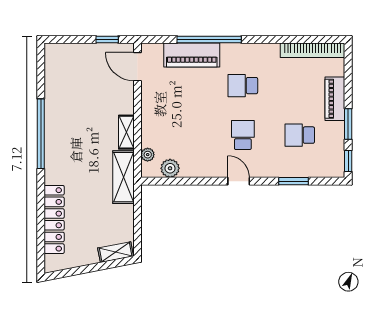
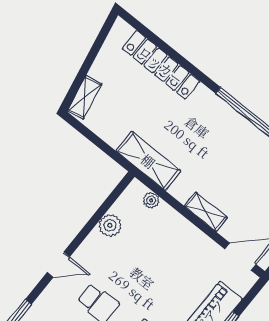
shelving: (126, 132) -> (206, 212), moved
plant: (170, 168) -> (110, 225), moved

